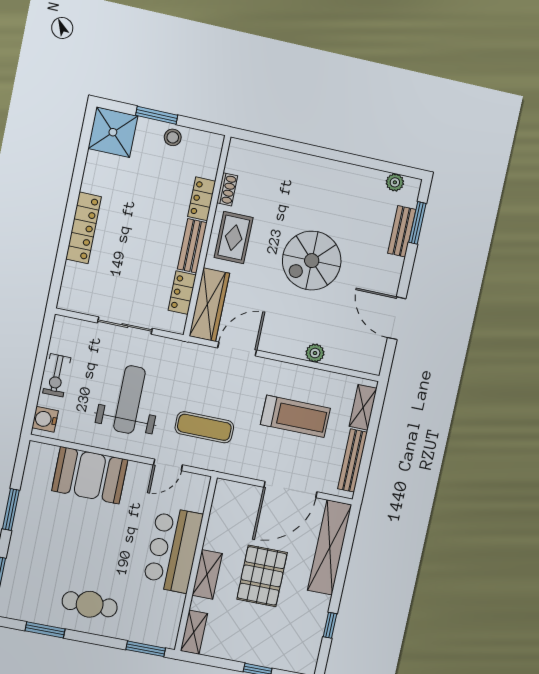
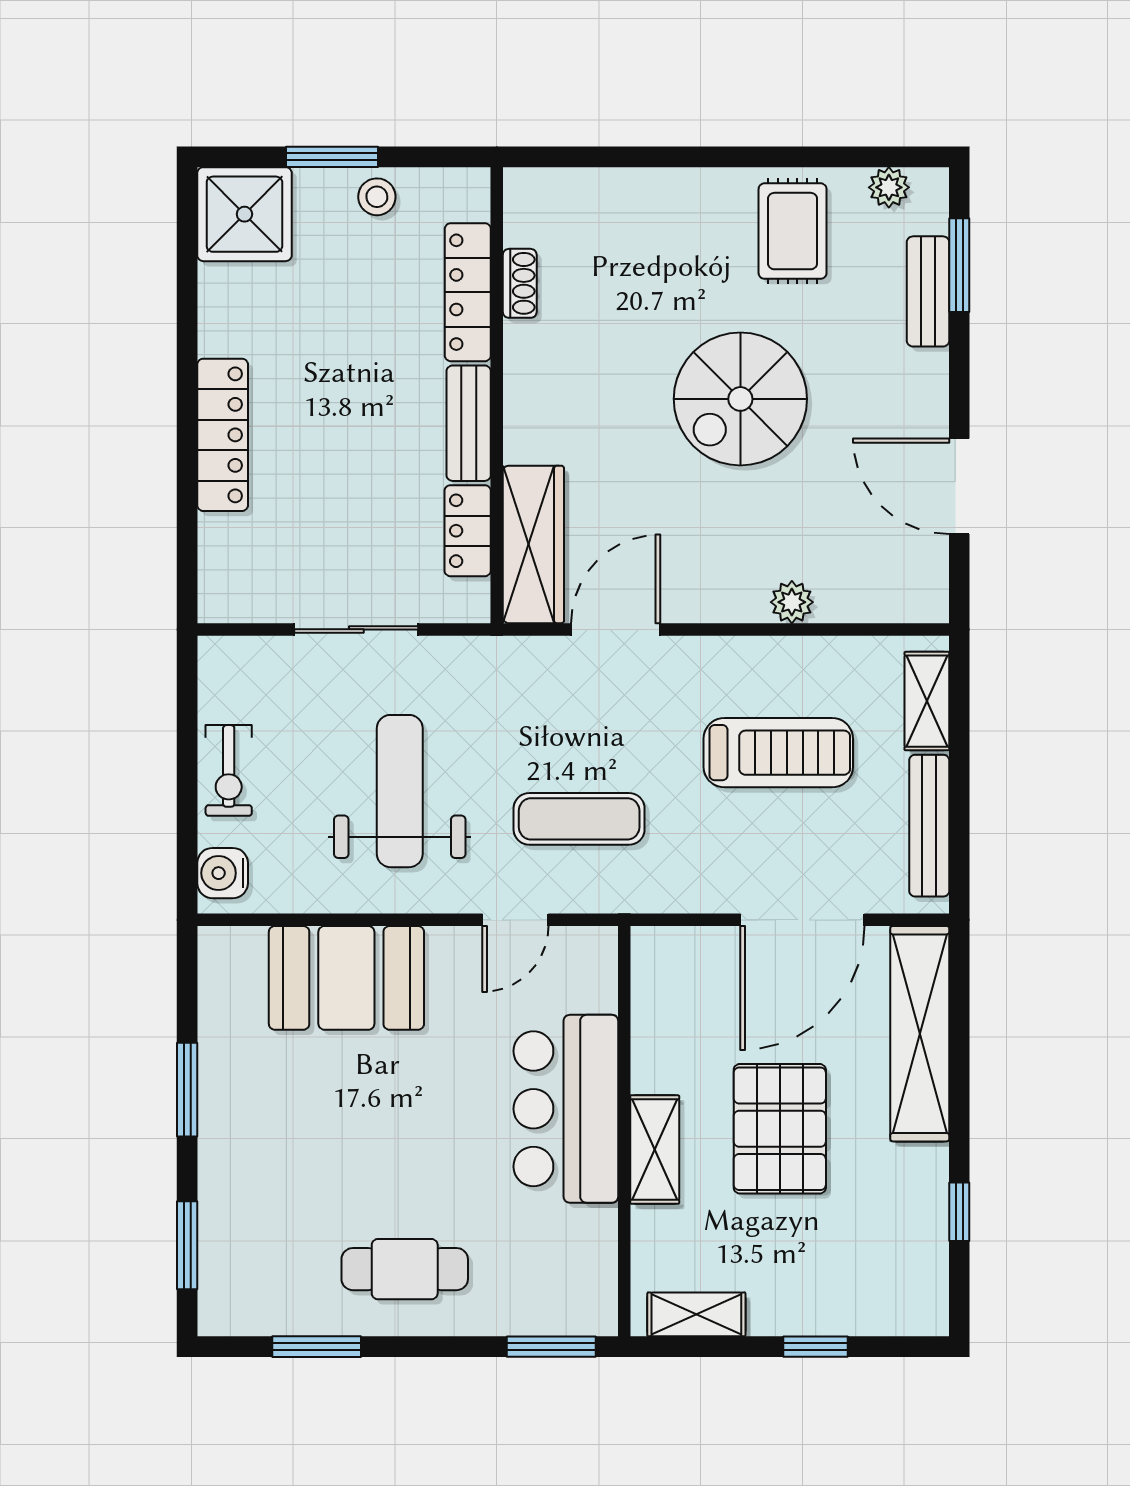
locker: (202, 199) -> (468, 292), width x1.53
rug: (234, 238) -> (793, 231), moved
shelving: (194, 632) -> (696, 1314), moved, turned 90

